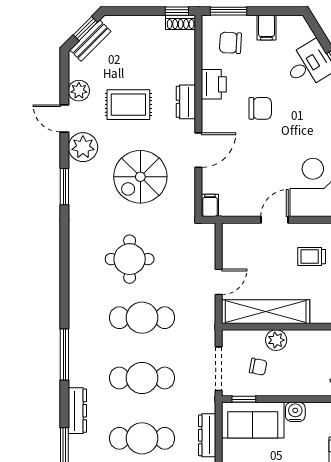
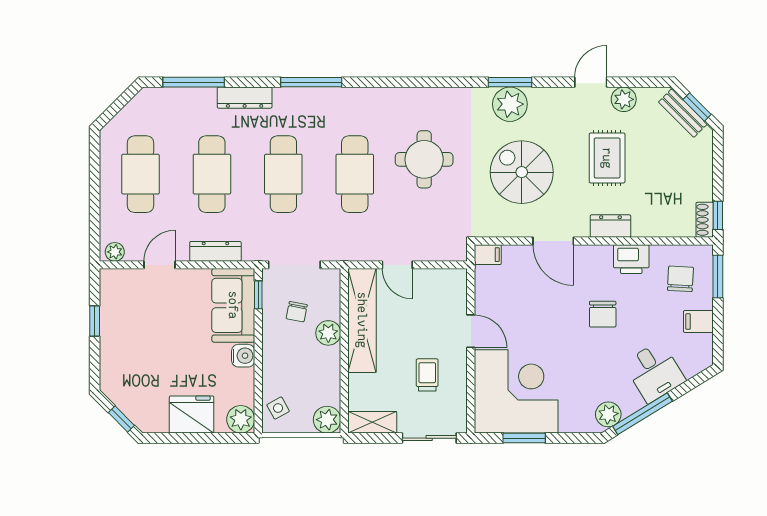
plant: (83, 147) -> (510, 104), moved

